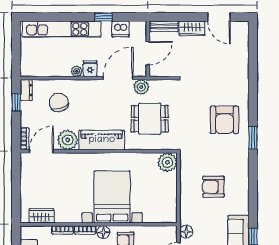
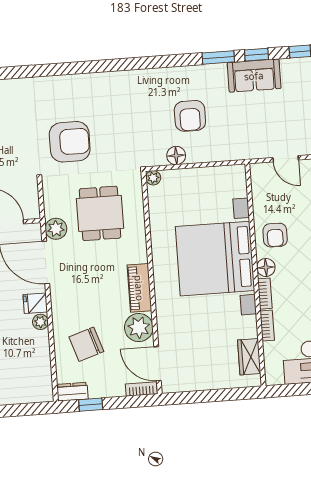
armchair: (224, 120) -> (70, 142), moved
window: (253, 138) -> (218, 57), moved
piano: (102, 140) -> (139, 288), width x0.73, depth x0.75
plant: (167, 162) -> (153, 178), width x0.53, depth x0.53
bed with nightstands: (112, 197) -> (215, 259), width x1.36
floor lamp: (186, 232) -> (176, 156), moved

